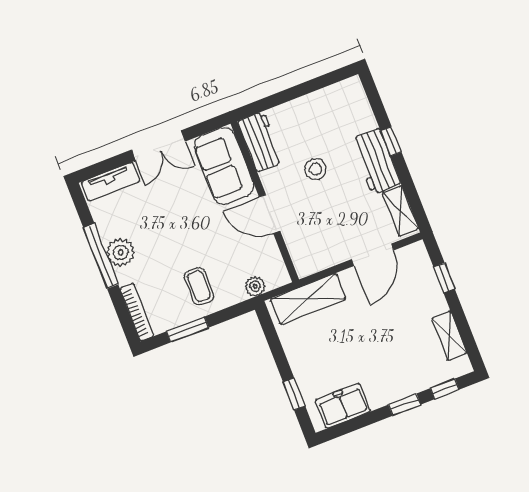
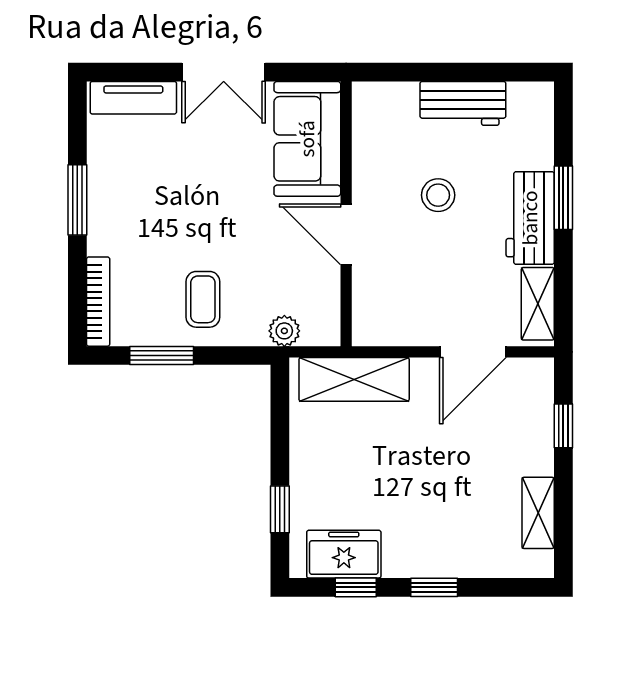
window: (391, 141) -> (563, 198), width x1.50
workbench: (260, 142) -> (463, 103), moved, turned 90
plant: (120, 252) -> (108, 206), removed
window: (101, 256) -> (77, 200), width x0.69
window: (445, 389) -> (356, 587), moved

